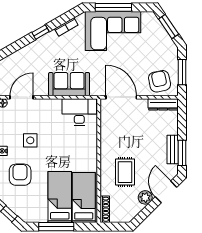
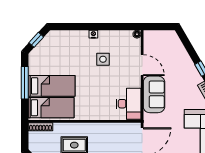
door: (21, 97) -> (142, 65), moved
armchair: (20, 175) -> (72, 50), removed

